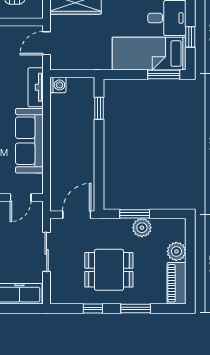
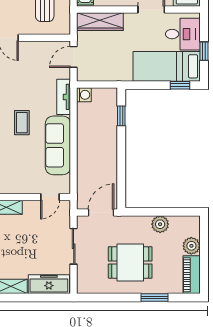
window: (164, 74) -> (180, 85), width x0.67
window: (135, 214) -> (153, 212), removed
window: (93, 308) -> (116, 298), removed

